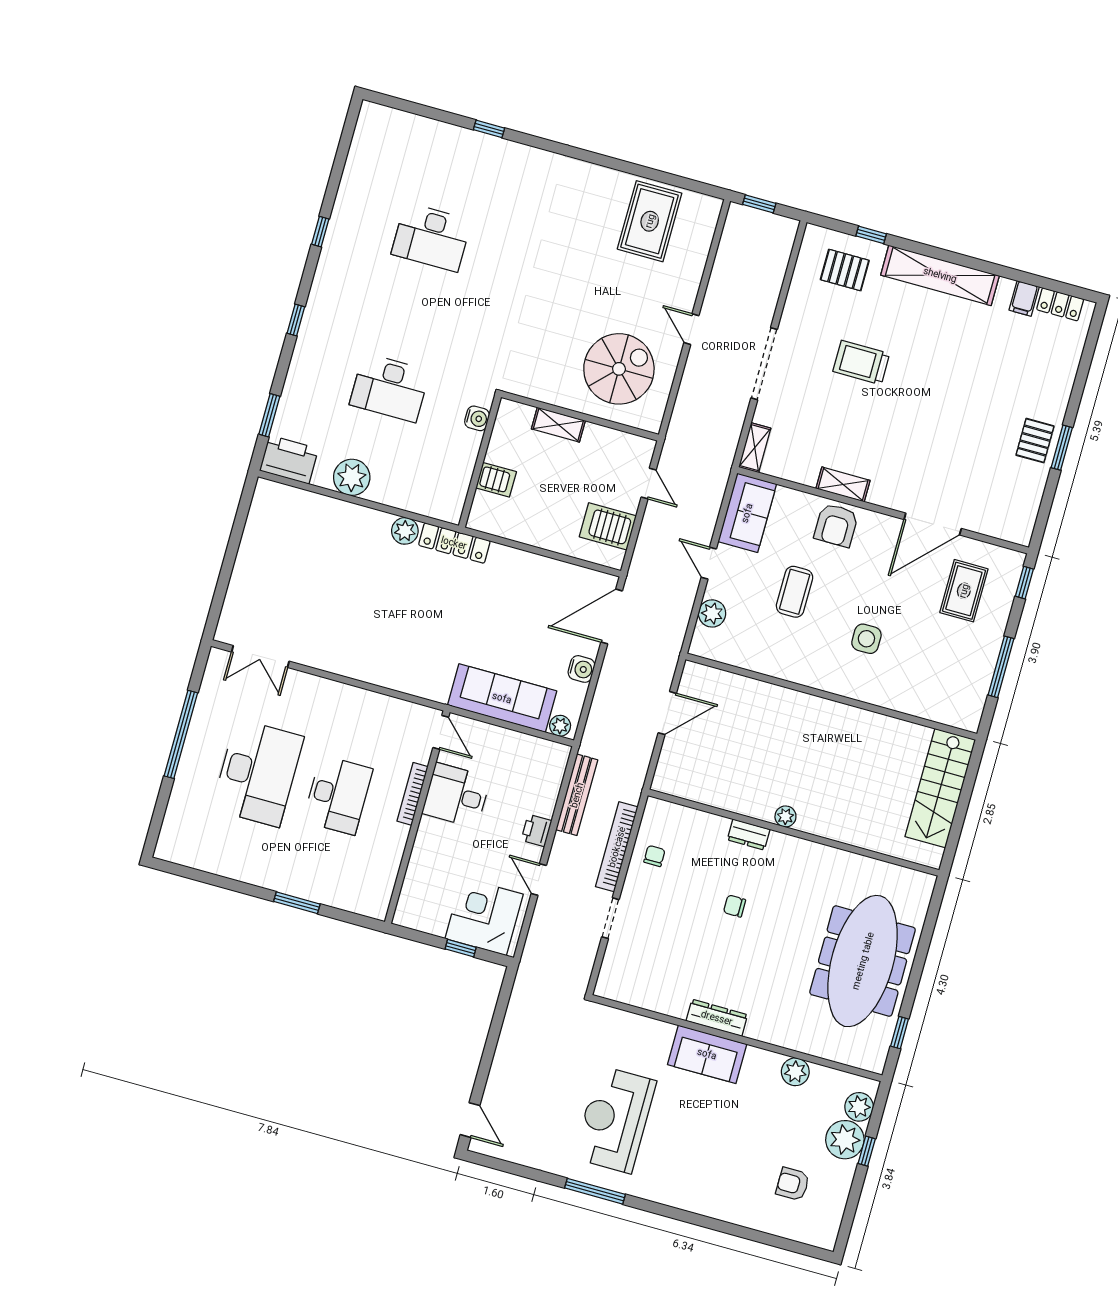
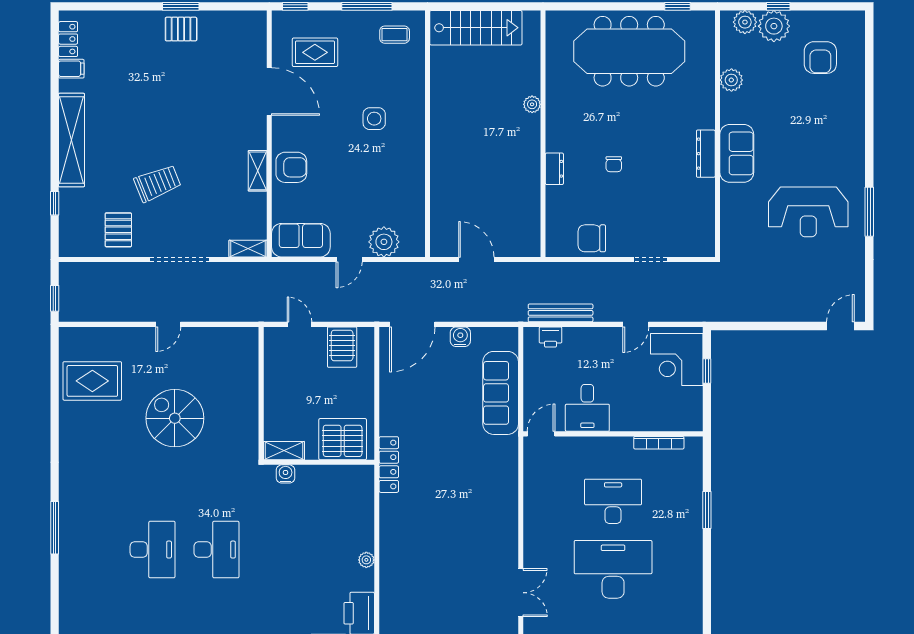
window: (489, 129) -> (55, 528), width x2.17
pallet: (845, 270) -> (118, 230), moved
trolley: (861, 362) -> (157, 183), turned -112
spiral stairs: (619, 369) -> (175, 418), moved
desk: (390, 388) -> (217, 550), moved
shelving: (558, 425) -> (284, 451), moved, turned 90
plant: (352, 477) -> (366, 560), width x0.53, depth x0.53
server rack: (496, 480) -> (343, 439), width x2.18, depth x1.44
door: (649, 484) -> (299, 324), hinge flipped
plant: (405, 531) -> (390, 506), removed
coffee table: (795, 592) -> (395, 35), moved, width x0.73, depth x0.77
plant: (712, 613) -> (384, 242), width x1.36, depth x1.36
door: (612, 616) -> (412, 324), hinge flipped
plant: (560, 726) -> (510, 341), removed
bookcase: (412, 794) -> (659, 443), moved
plant: (785, 816) -> (532, 104), moved
printer: (536, 830) -> (551, 337), moved
bookcase: (617, 847) -> (593, 270), removed
chair: (654, 856) -> (592, 238), width x1.87, depth x1.87
armchair: (793, 1184) -> (820, 58), width x1.38, depth x1.38

